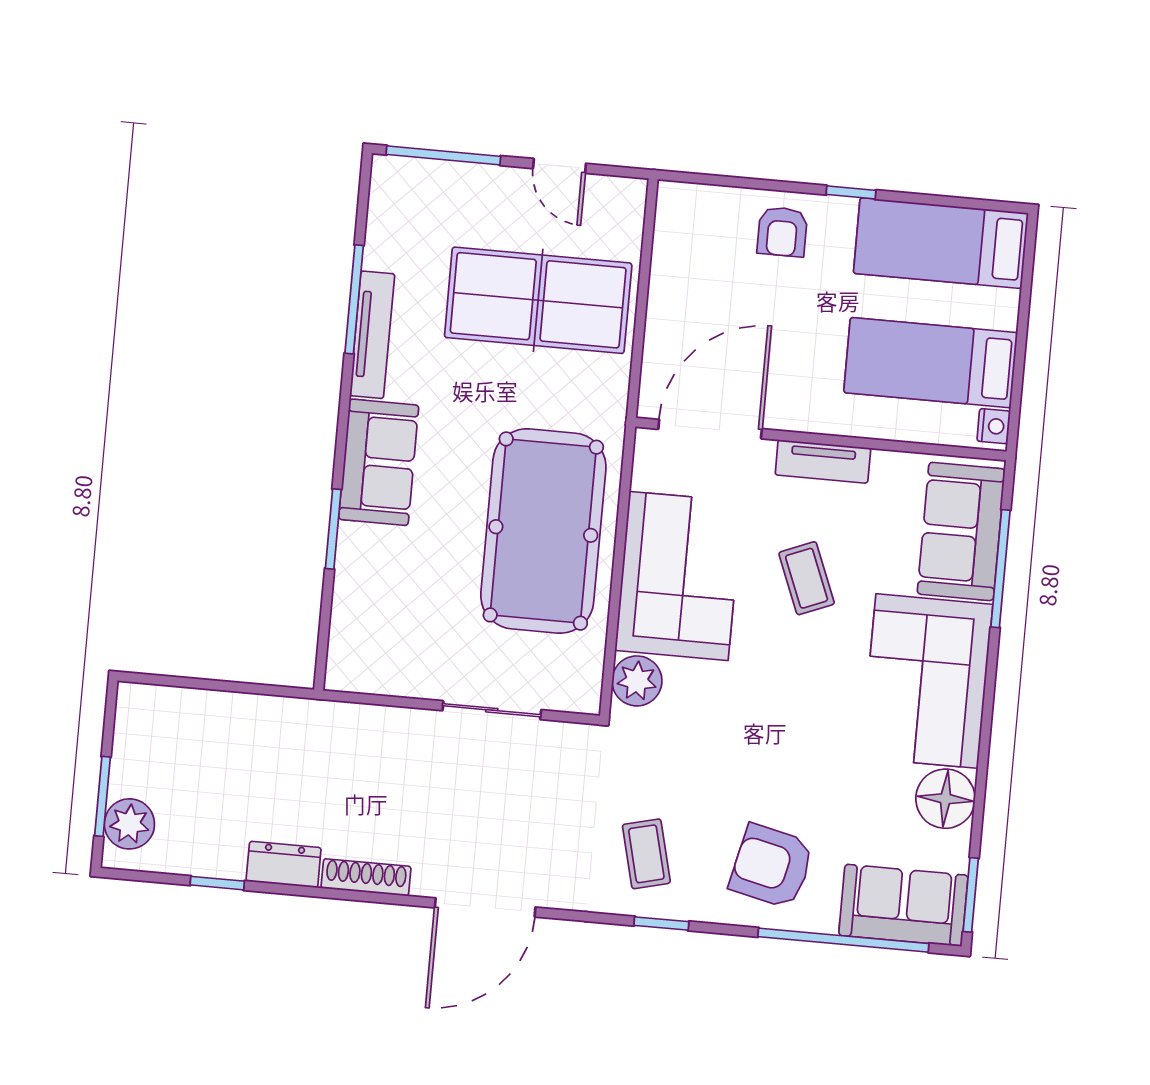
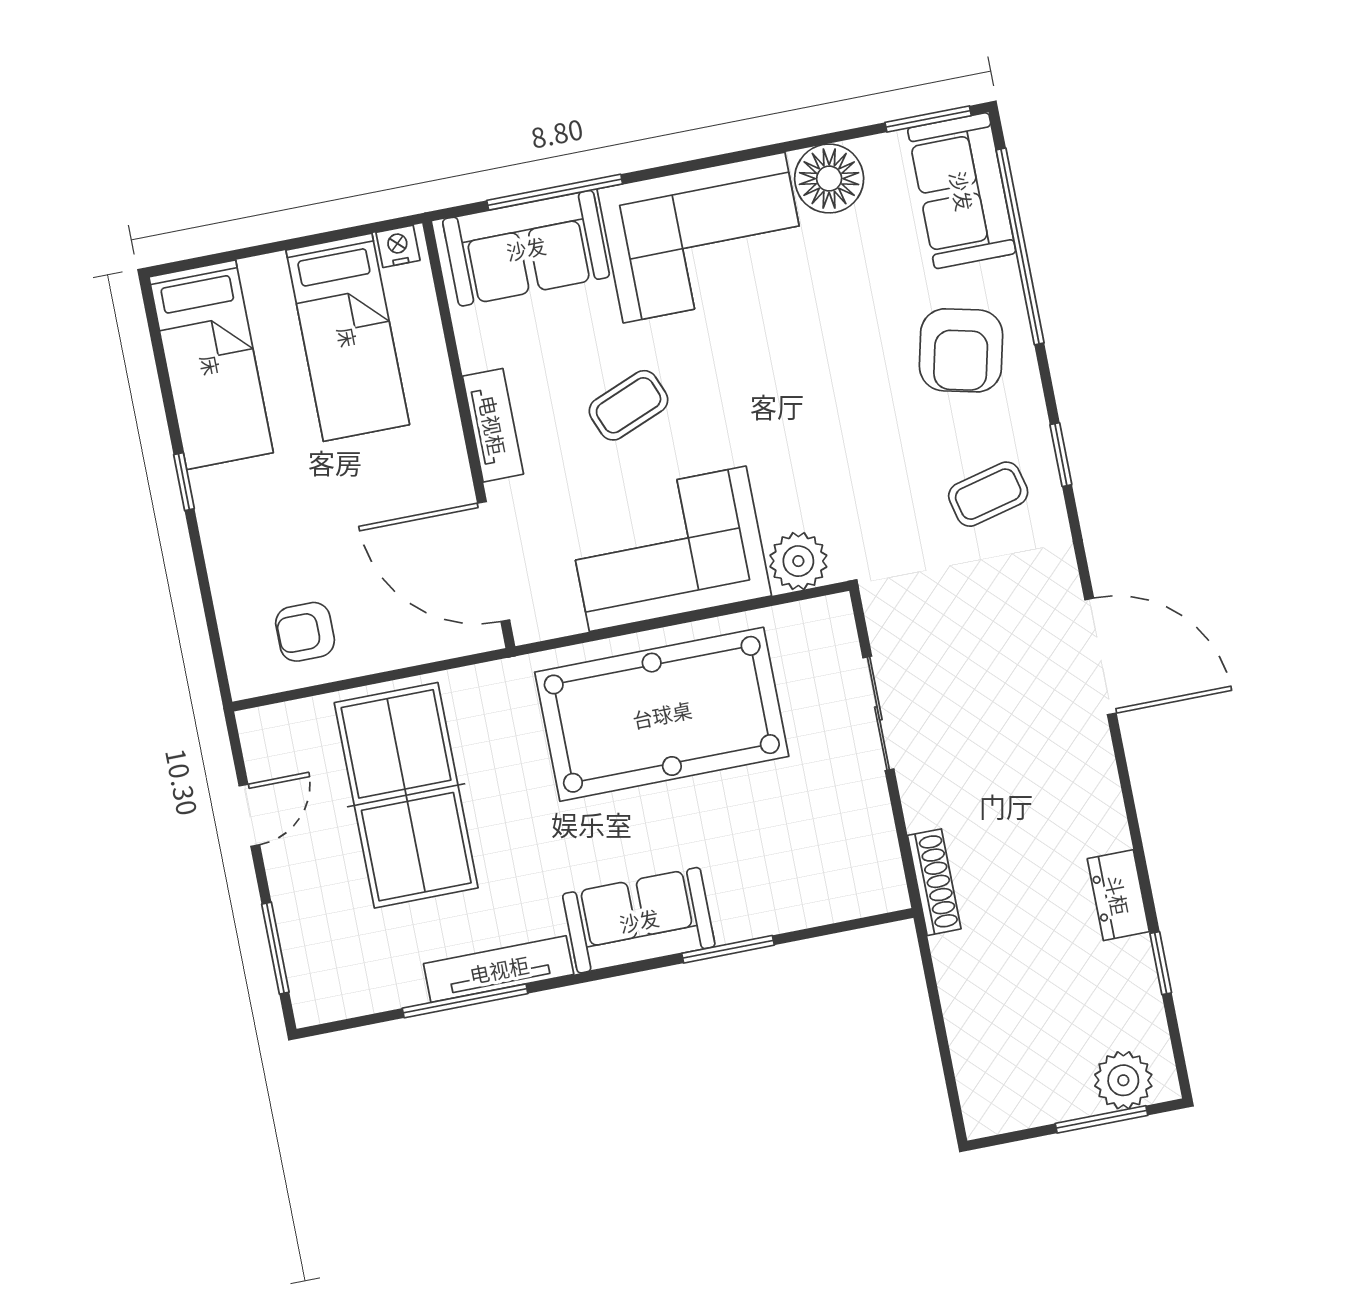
window: (443, 155) -> (275, 948), width x0.69
armchair: (782, 232) -> (305, 632), moved, turned 180
shoe rack: (366, 877) -> (934, 882), moved, turned 180

